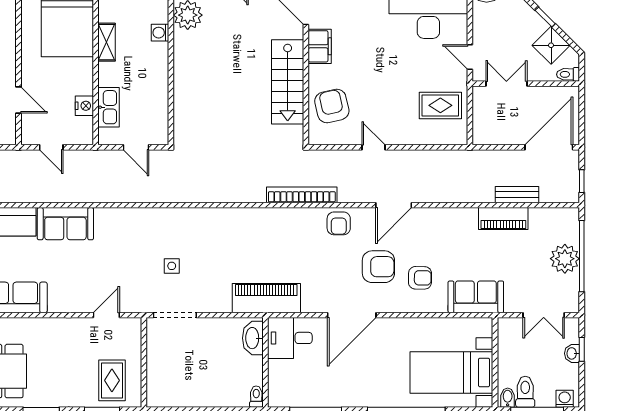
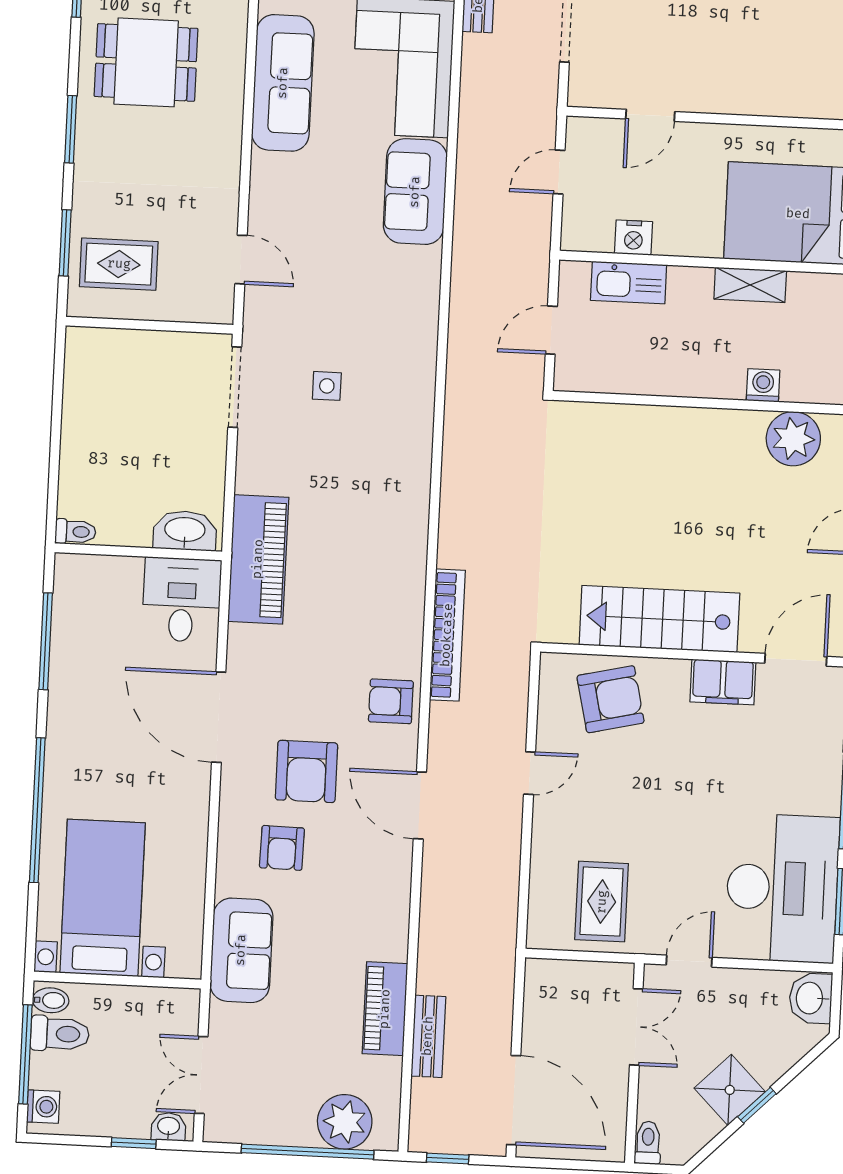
shower: (551, 45) -> (730, 1090), moved
plant: (565, 259) -> (345, 1122), moved
washbasin: (572, 353) -> (169, 1127), moved

